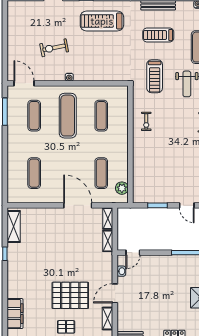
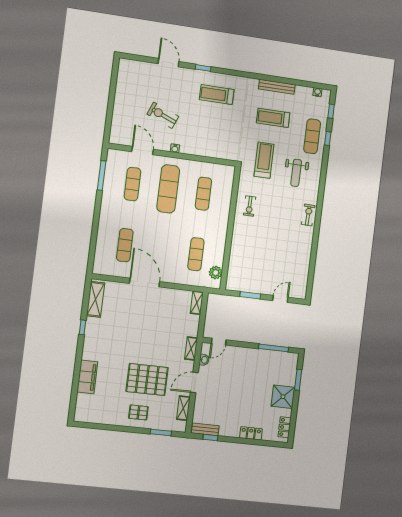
treadmill: (102, 21) -> (217, 95), width x0.73, depth x0.73
exercise bike: (54, 48) -> (163, 115), turned 33
treadmill: (155, 76) -> (264, 160), turned 180
door: (24, 83) -> (142, 151), moved
door: (78, 205) -> (145, 282), moved
door: (187, 205) -> (280, 299), swing flipped
shelving: (108, 241) -> (191, 348), moved
filing cabinet: (15, 314) -> (87, 377), moved

